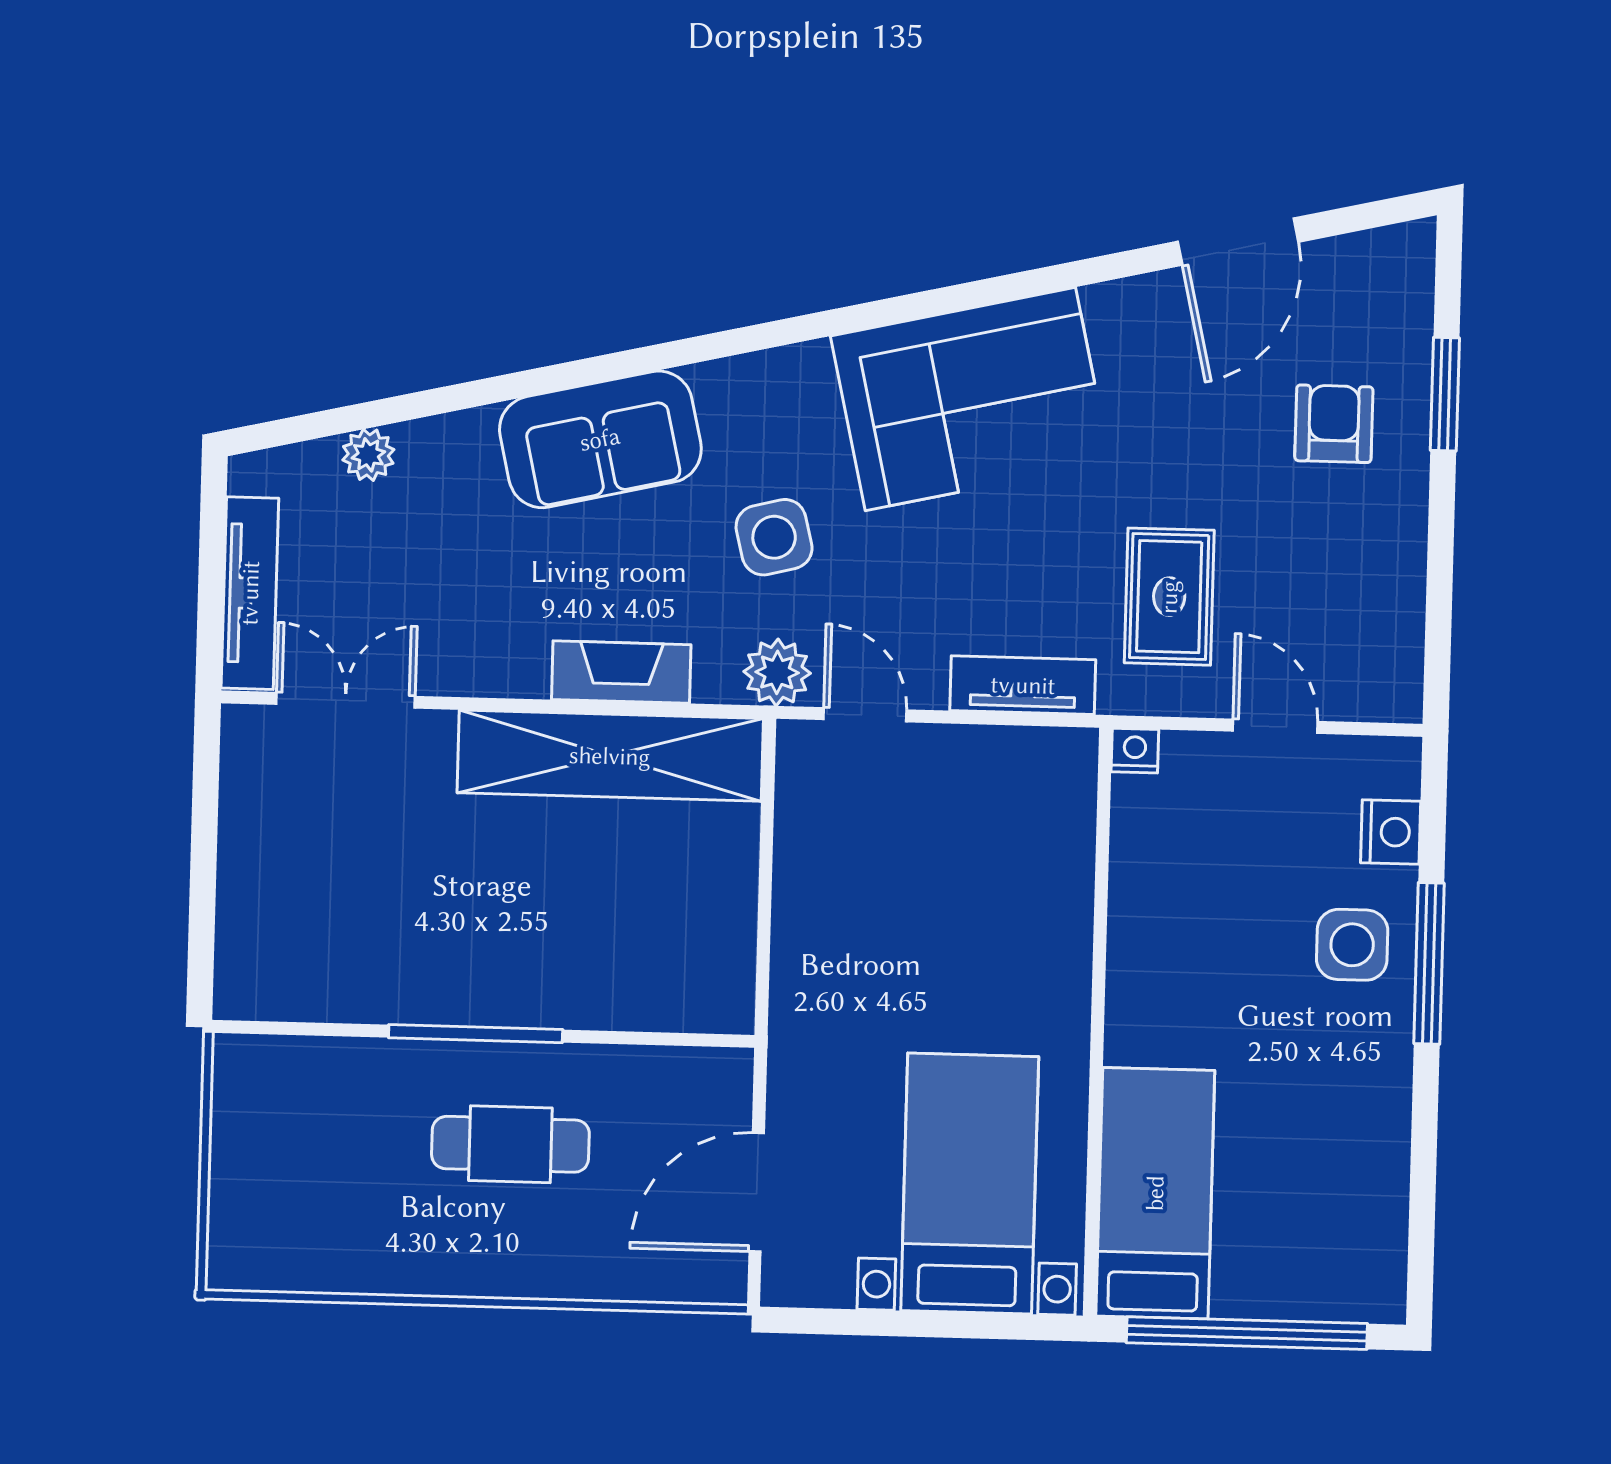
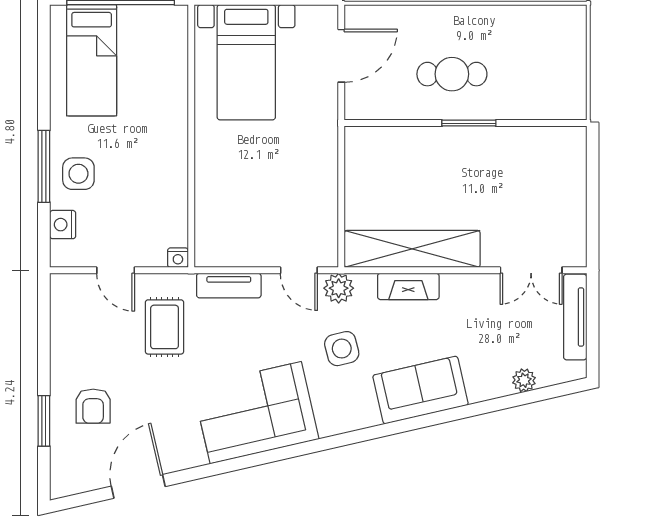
window: (476, 1034) -> (469, 123), width x0.69
bed: (1155, 1193) -> (92, 60), moved

